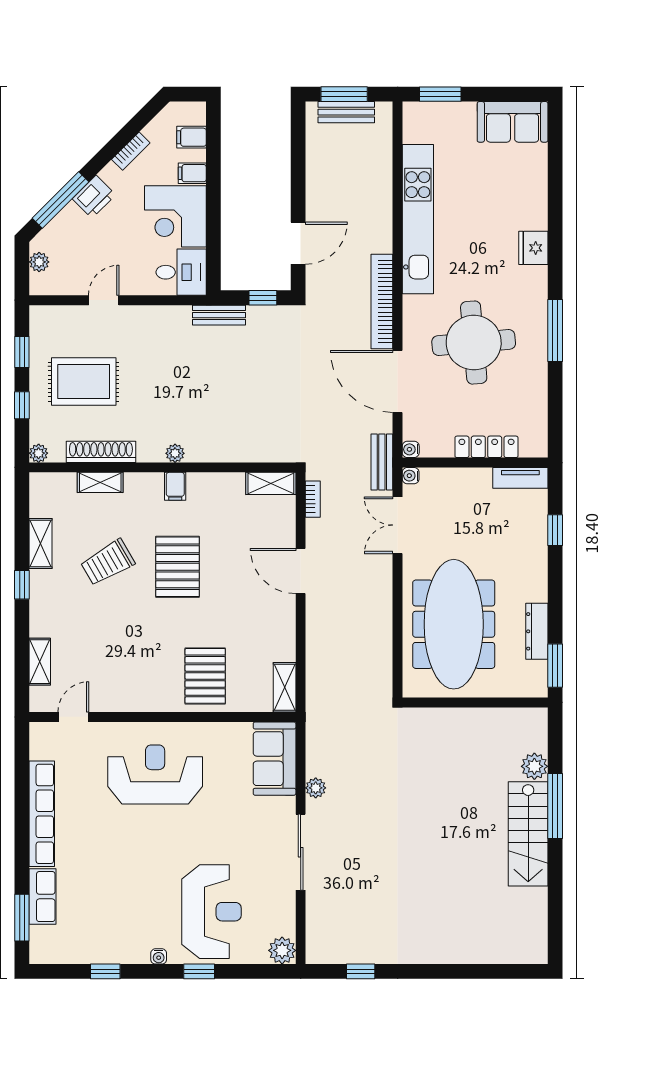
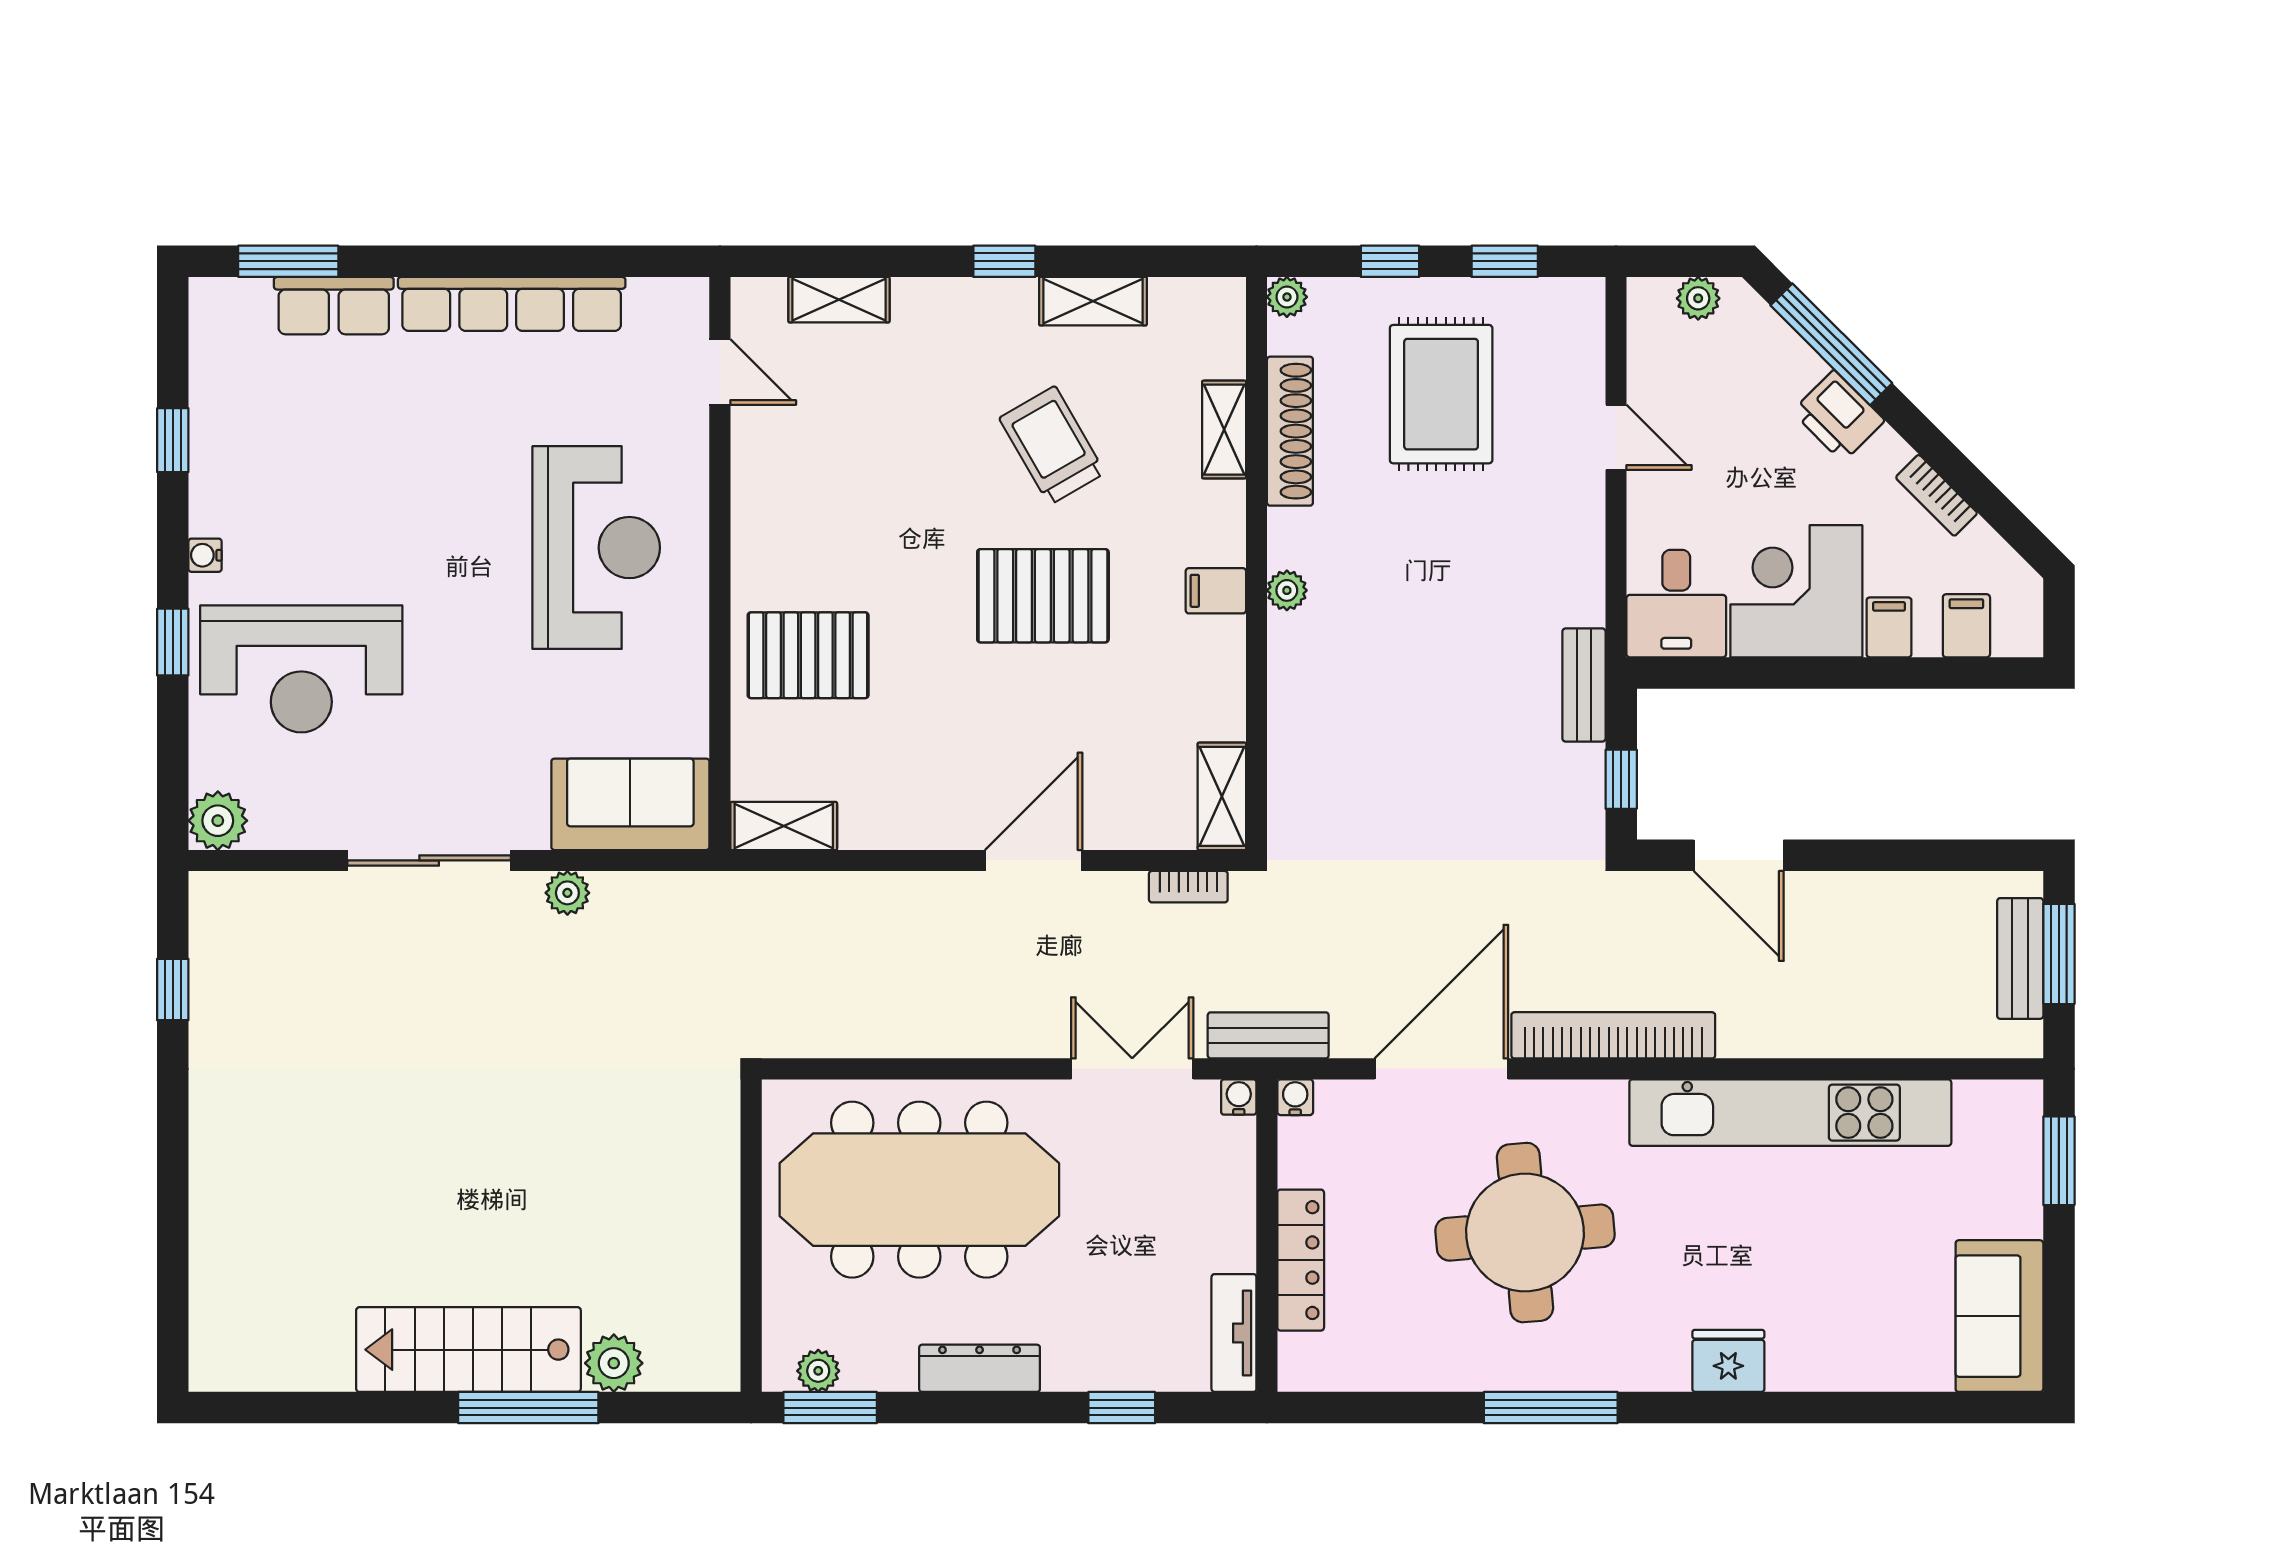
dresser: (537, 631) -> (980, 1368), moved
plant: (538, 671) -> (818, 1371), added

